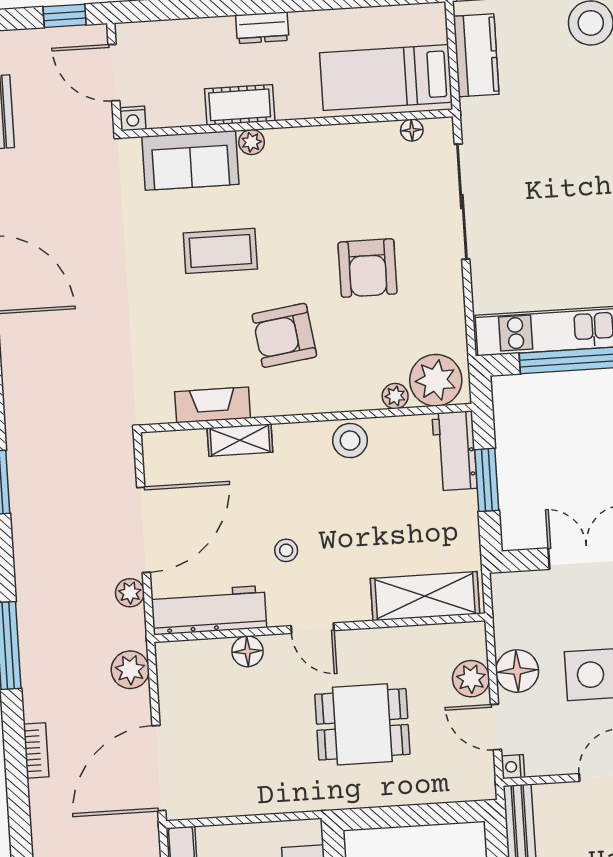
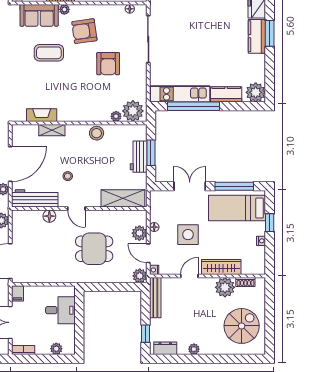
armchair: (284, 335) -> (84, 31), moved
workbench: (455, 451) -> (139, 157), moved
floor lamp: (517, 671) -> (154, 227), width x0.53, depth x0.53
plant: (479, 783) -> (140, 276), added

